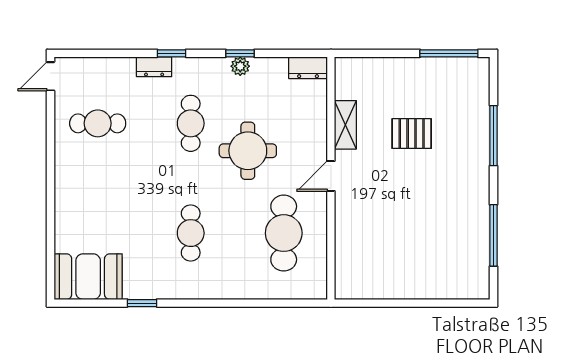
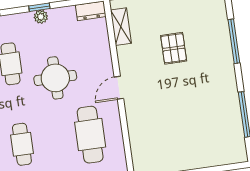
shelving: (345, 125) -> (121, 27), moved
pallet: (412, 134) -> (174, 48), turned 90

